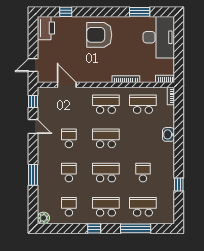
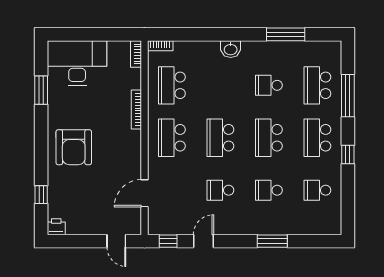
printer: (46, 28) -> (56, 227), width x0.53, depth x0.68
washbasin: (168, 134) -> (231, 49), moved
window: (179, 184) -> (286, 34), width x2.17
plant: (43, 218) -> (333, 226), removed

